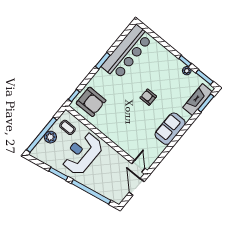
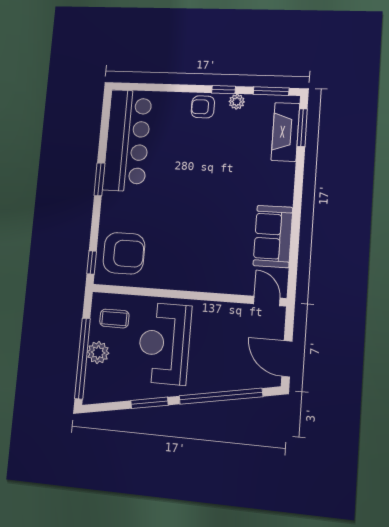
armchair: (148, 97) -> (203, 107), moved
sofa: (170, 129) -> (273, 236), moved
door: (137, 187) -> (287, 359), moved

